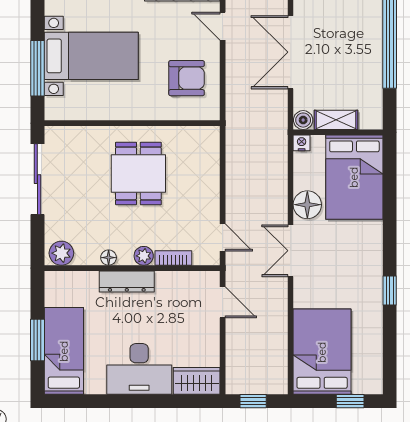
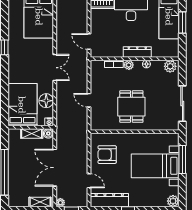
double door: (291, 52) -> (55, 168), swing flipped
floor lamp: (307, 205) -> (46, 101), moved
door: (223, 238) -> (89, 100), moved

